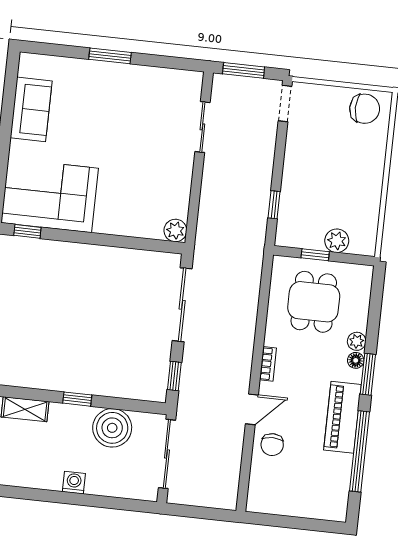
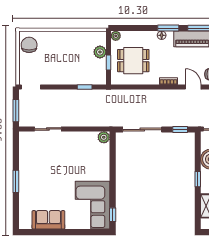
plant: (357, 341) -> (116, 36), moved

